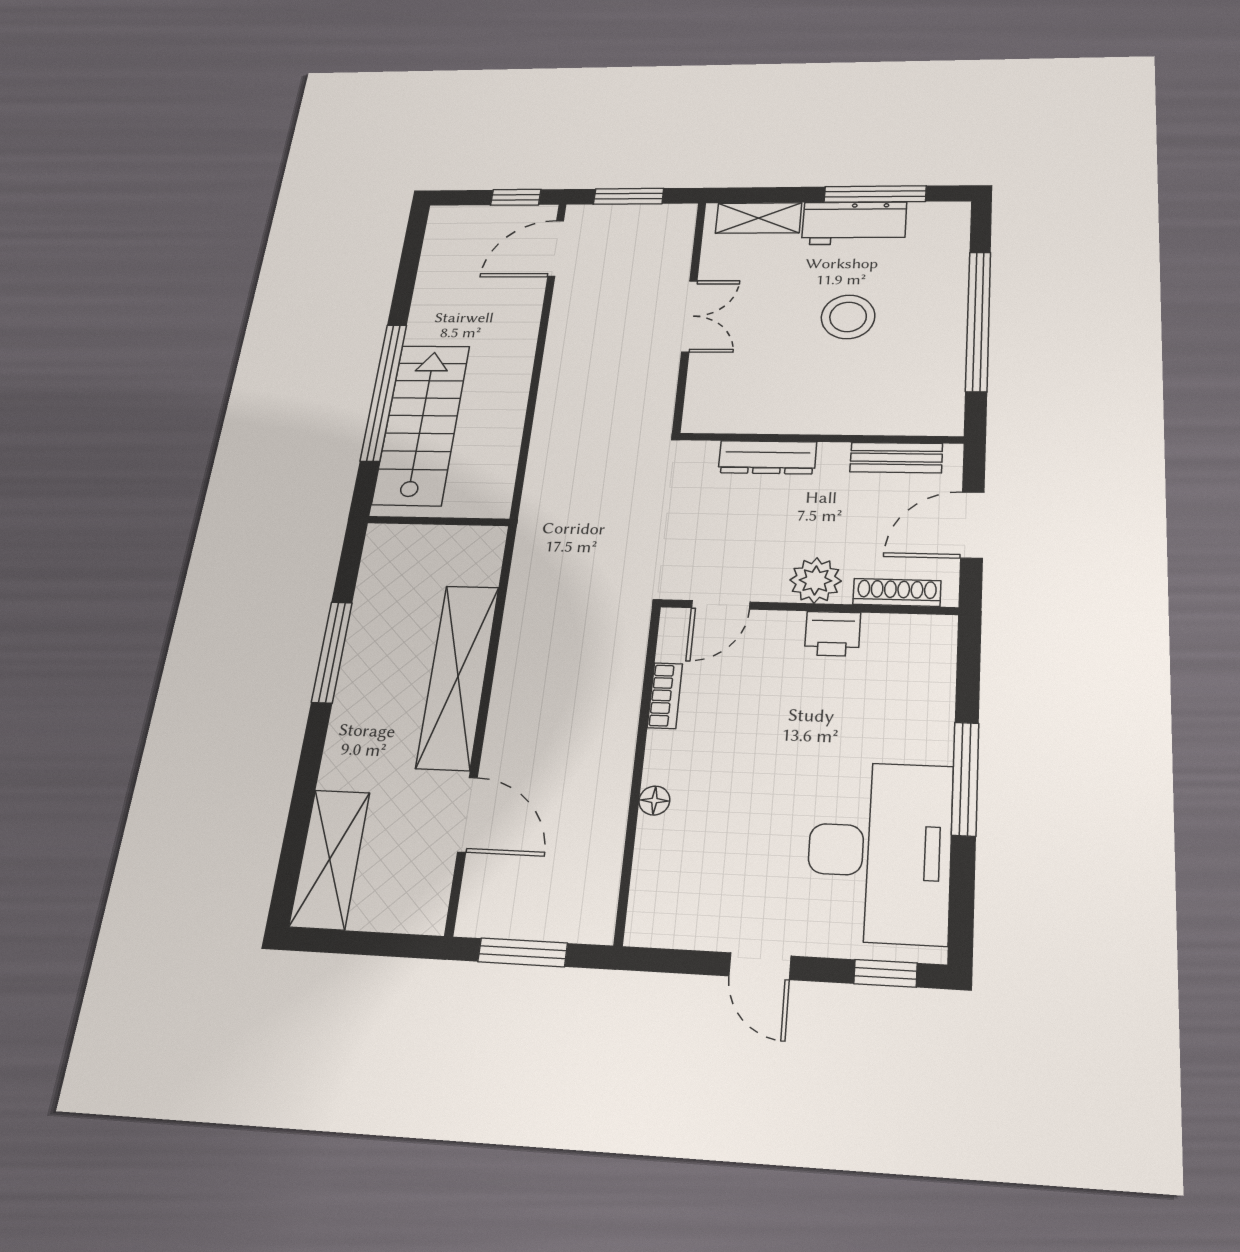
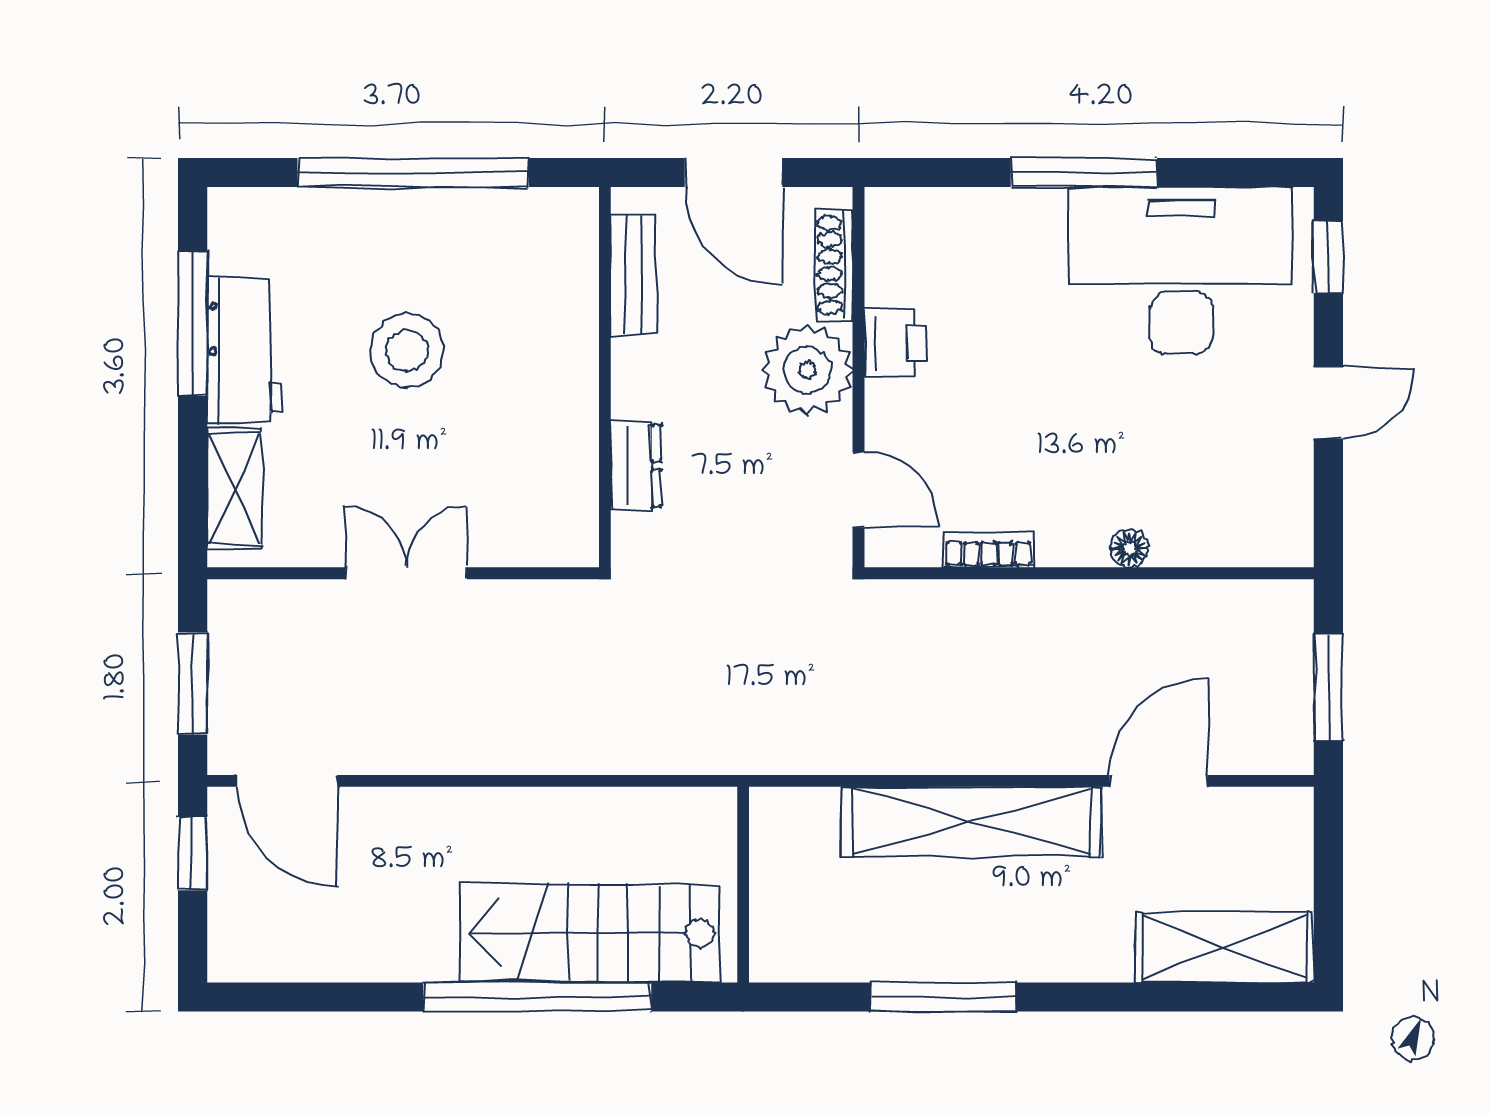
dresser: (767, 457) -> (636, 465), width x0.70
plant: (815, 580) -> (807, 370), width x1.36, depth x1.36

